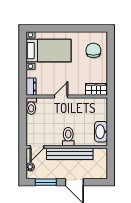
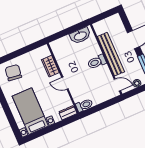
chair: (93, 50) -> (13, 73), turned 98
wardrobe: (96, 89) -> (50, 66), moved

